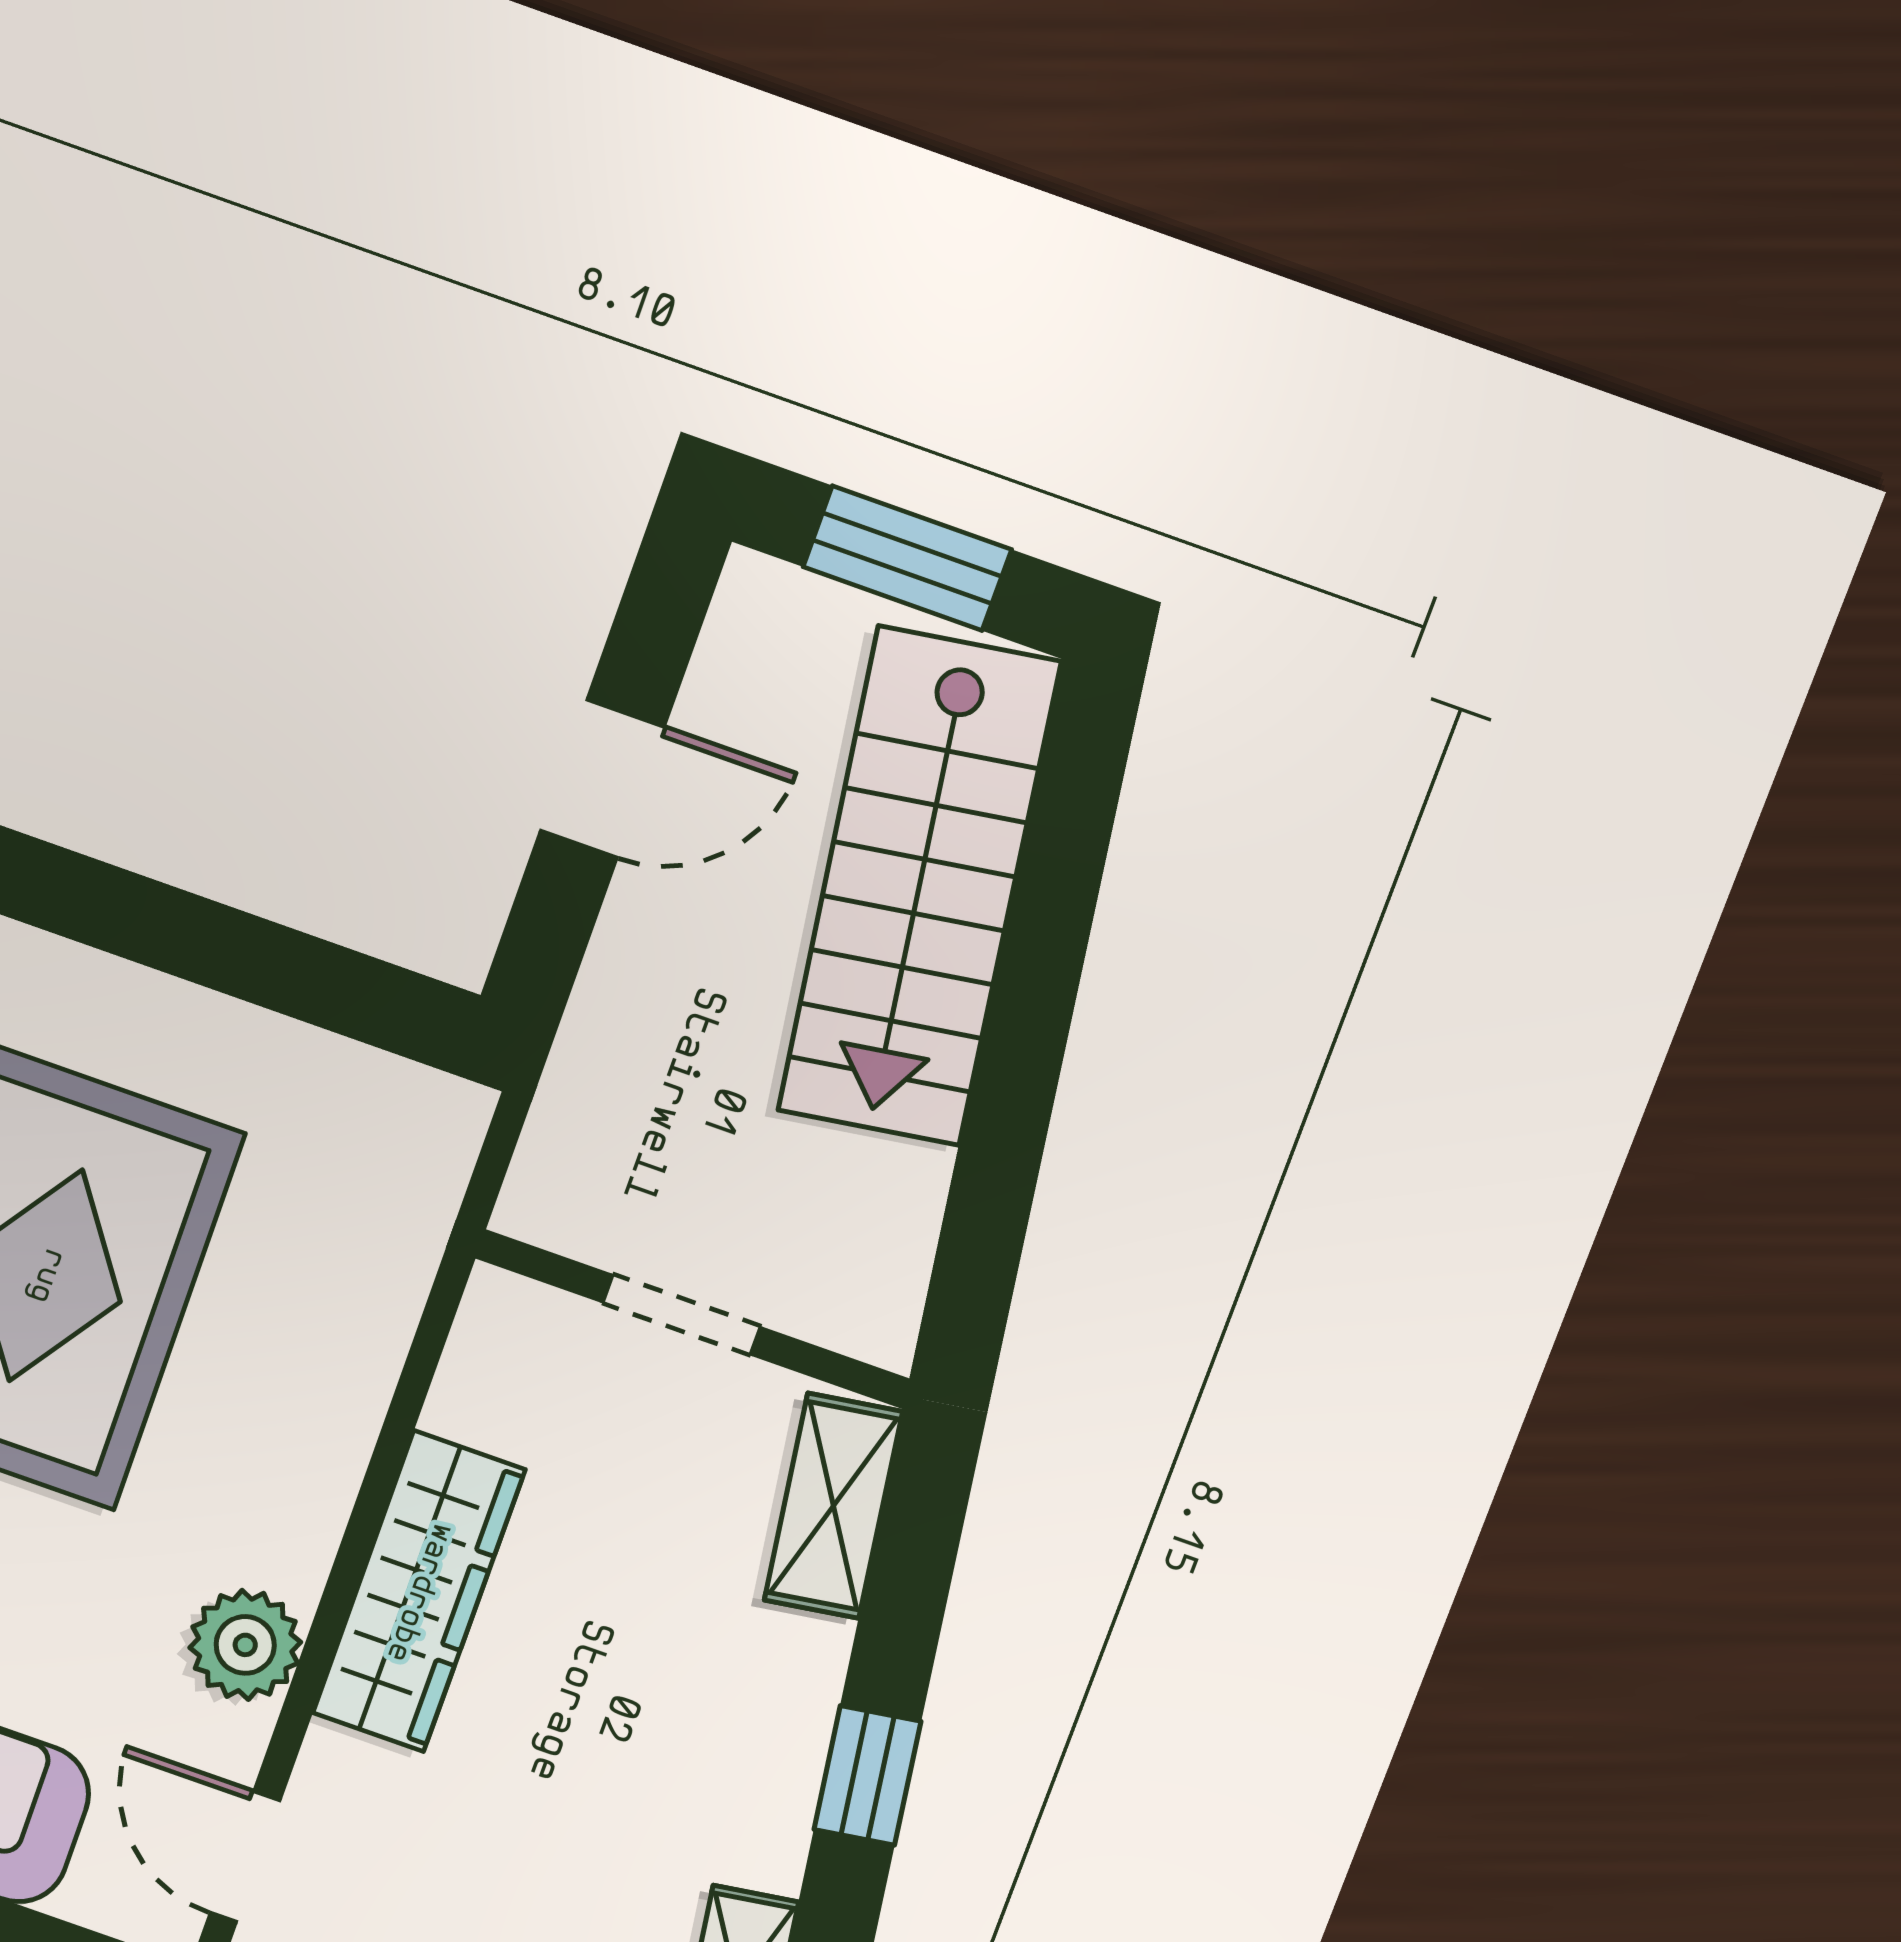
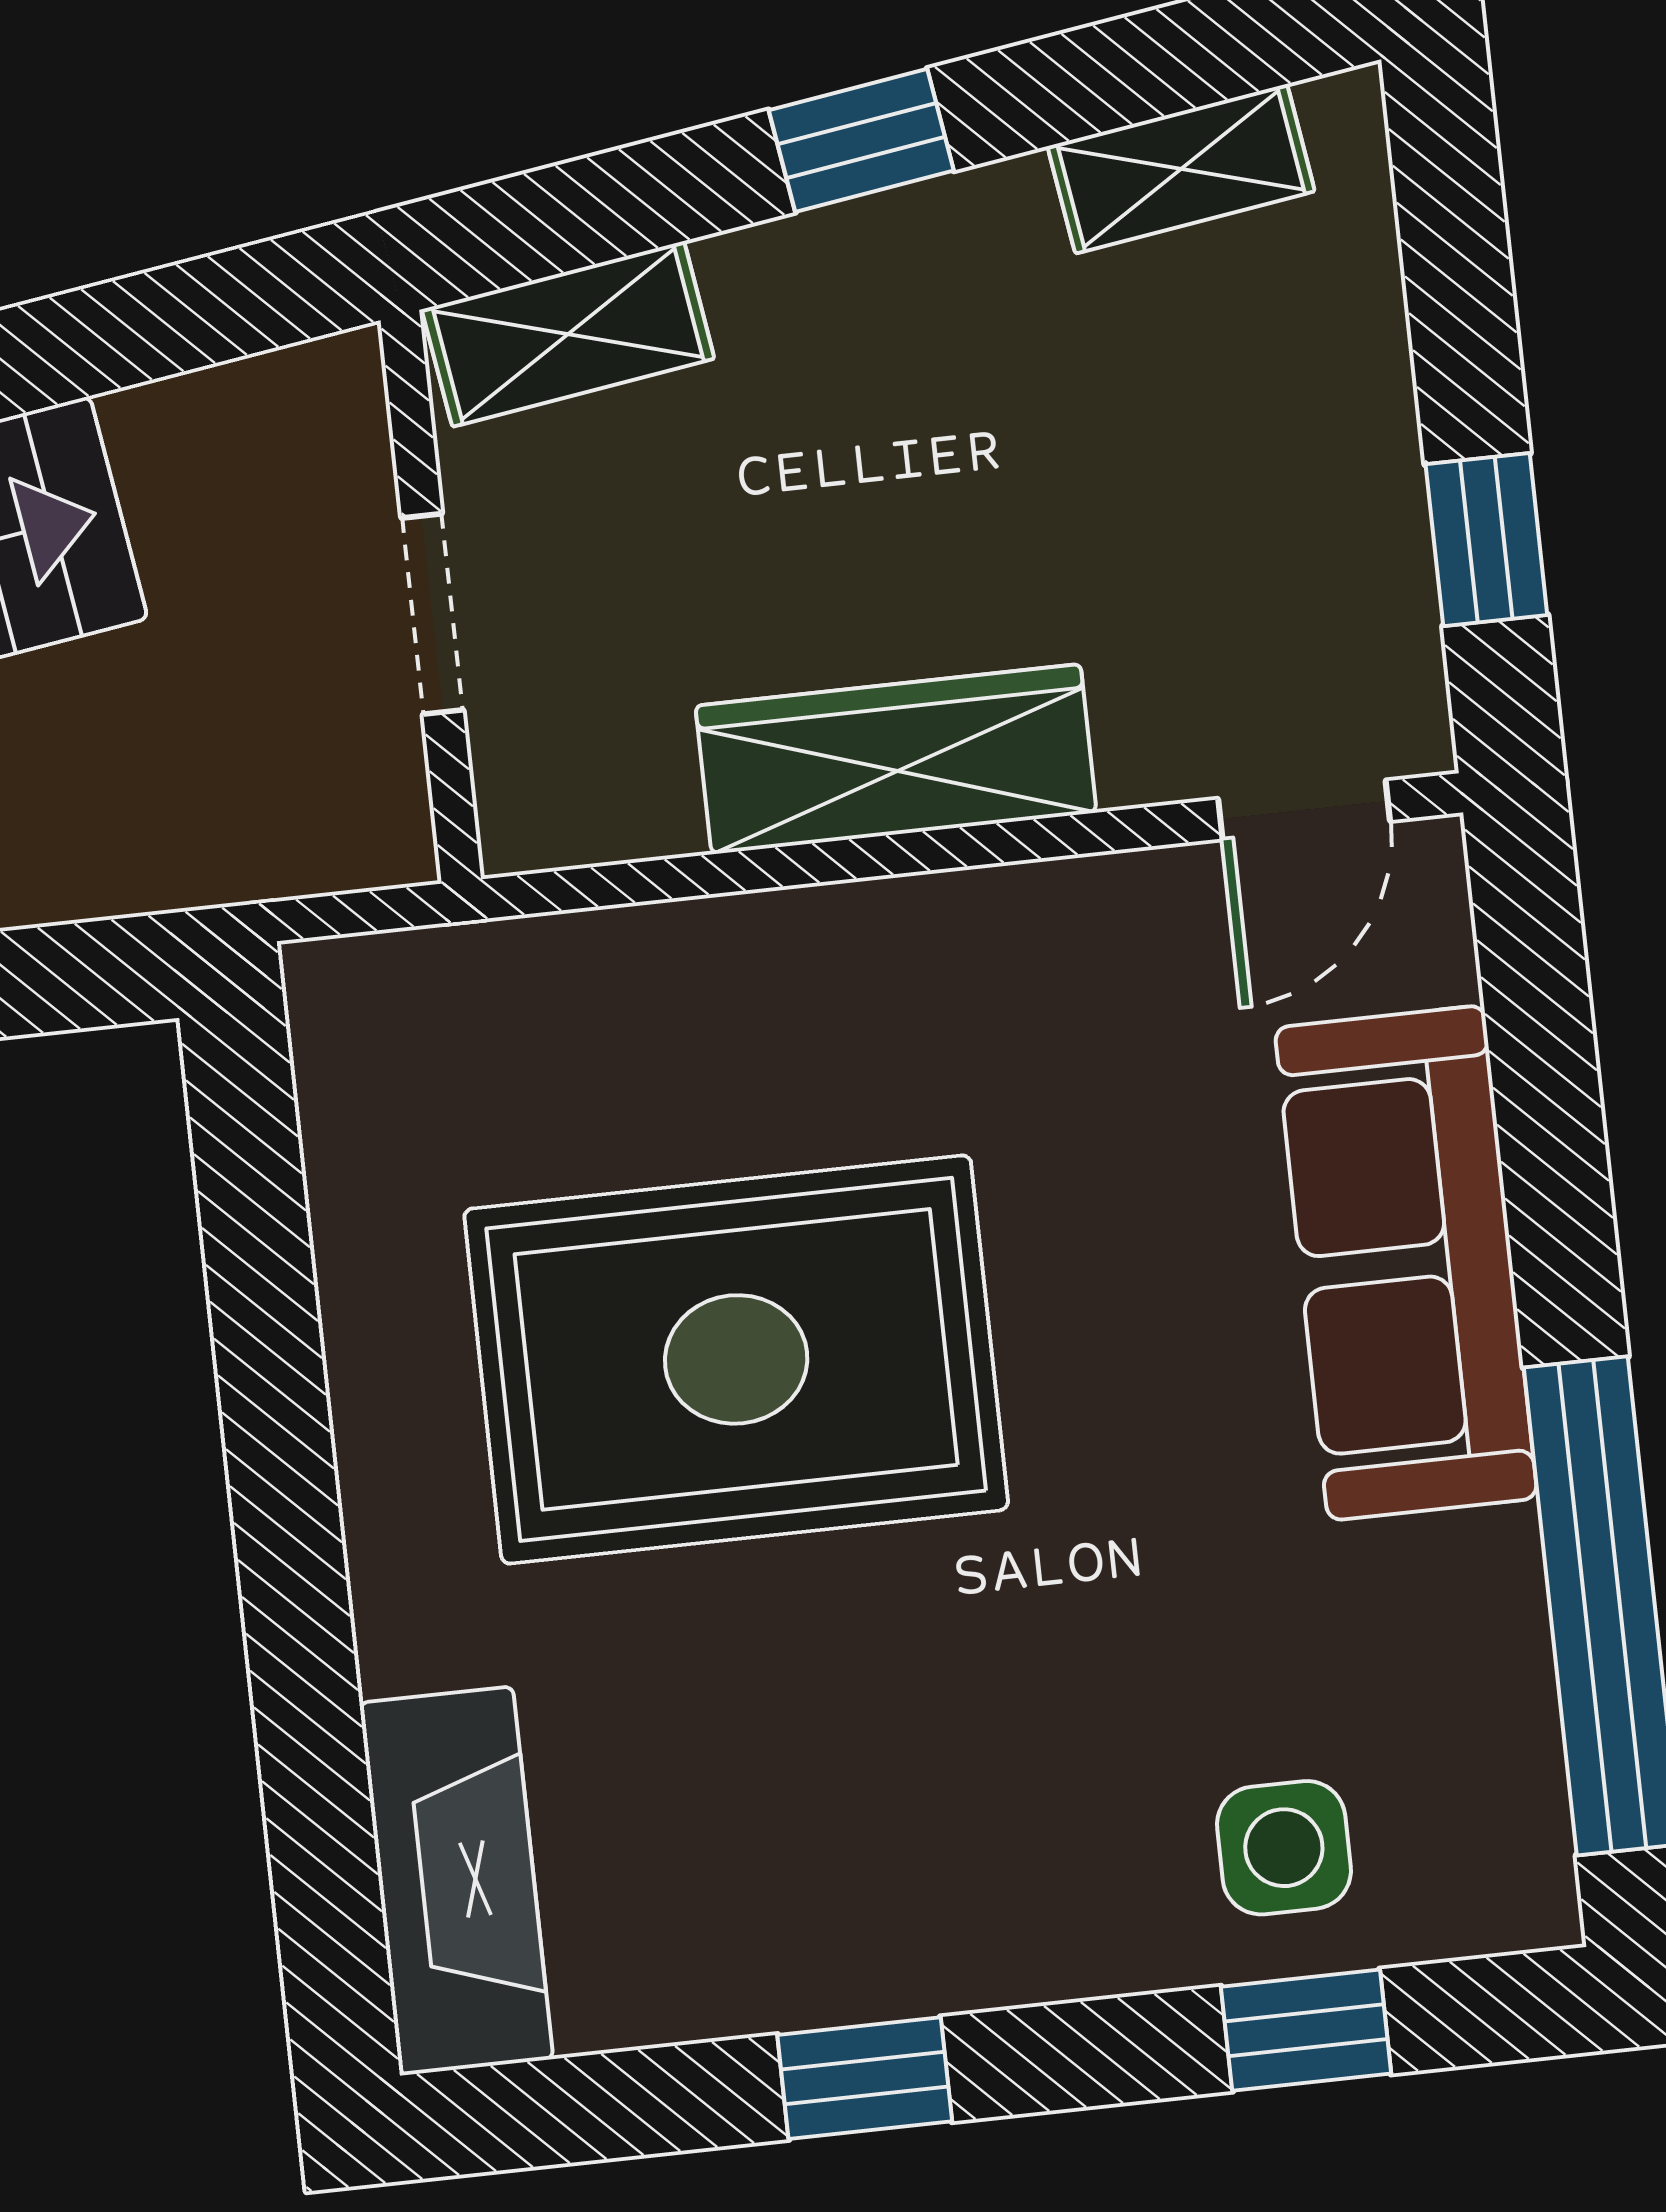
plant: (245, 1645) -> (1055, 928), removed

